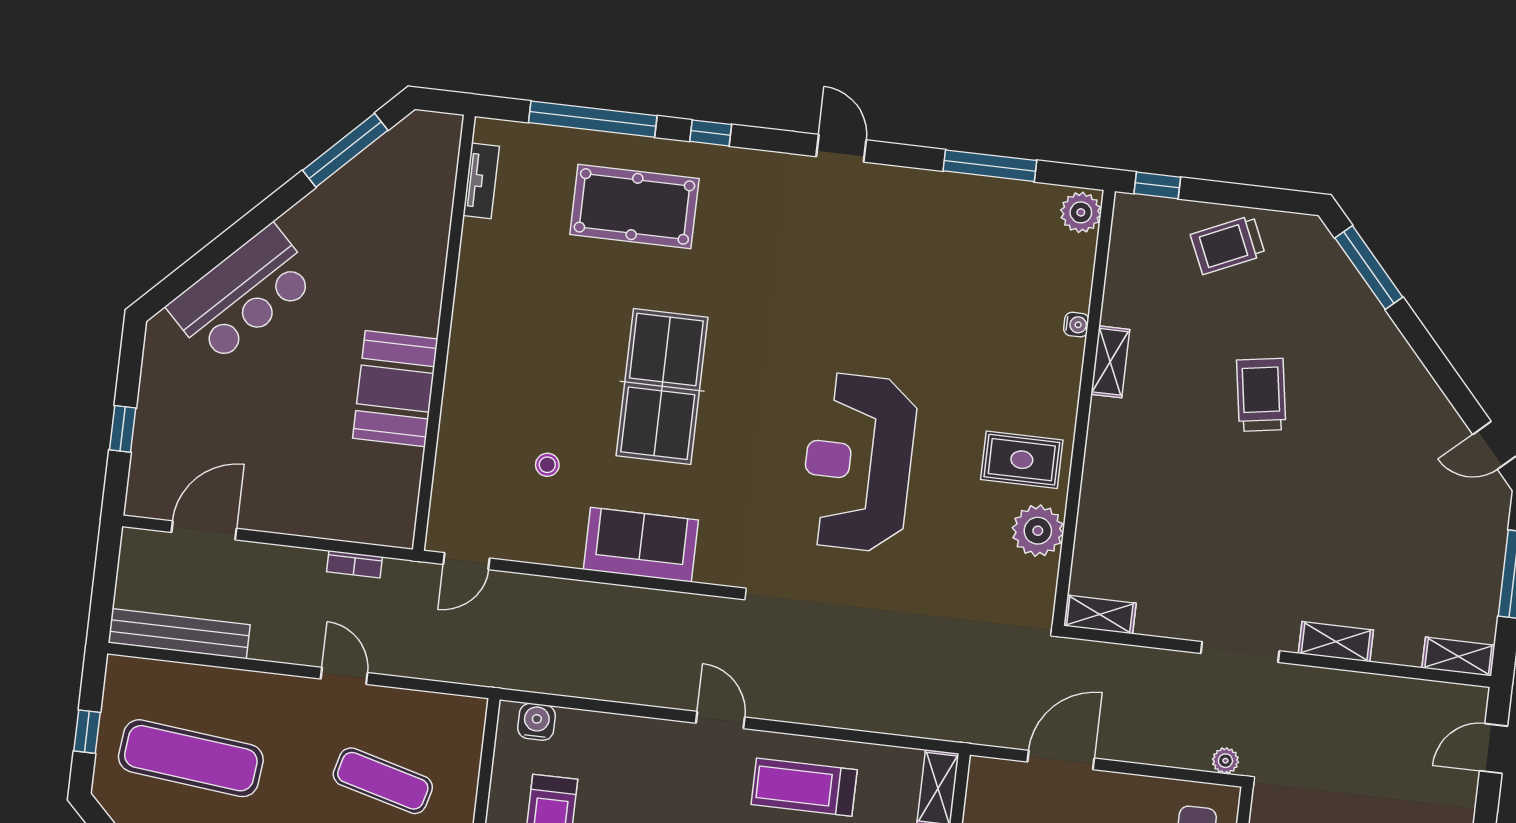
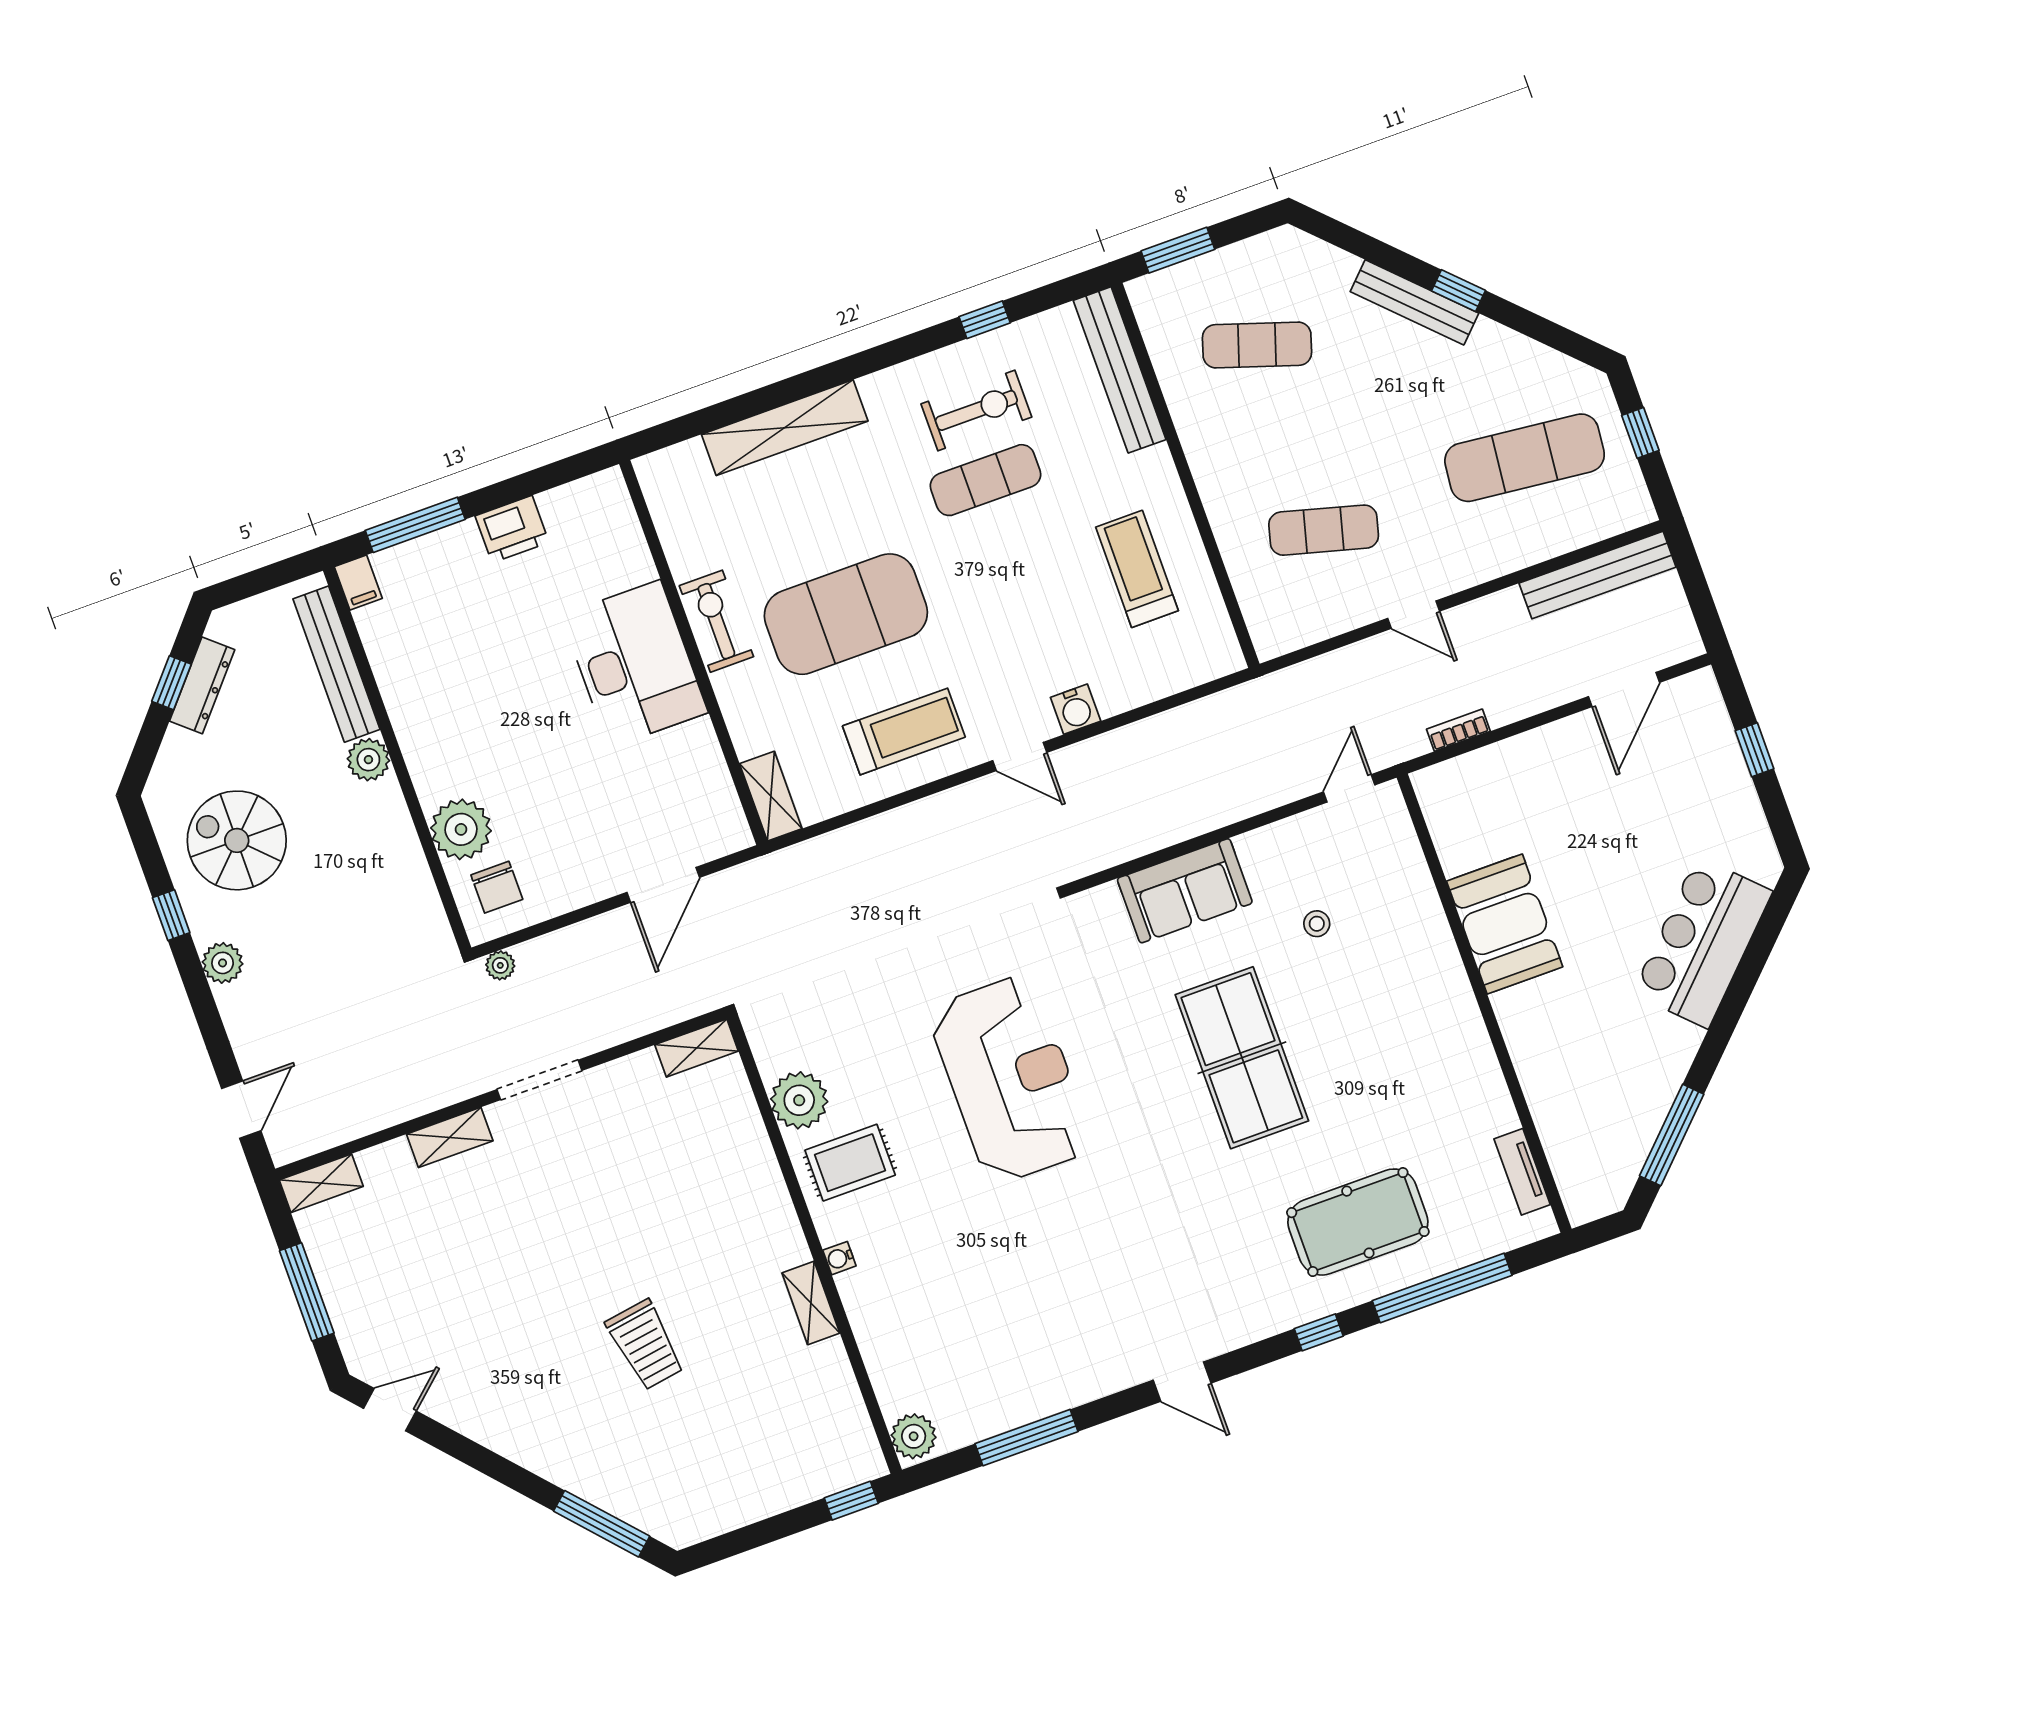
trolley: (1228, 245) -> (752, 1477), removed
water cooler: (1076, 325) -> (839, 1258), moved
water cooler: (537, 722) -> (1076, 709), moved

